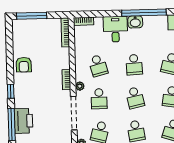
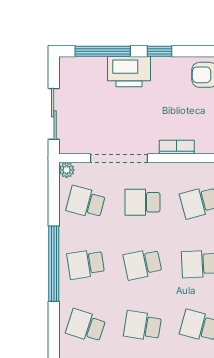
plant: (80, 86) -> (165, 170), removed
printer: (23, 121) -> (129, 72), moved

